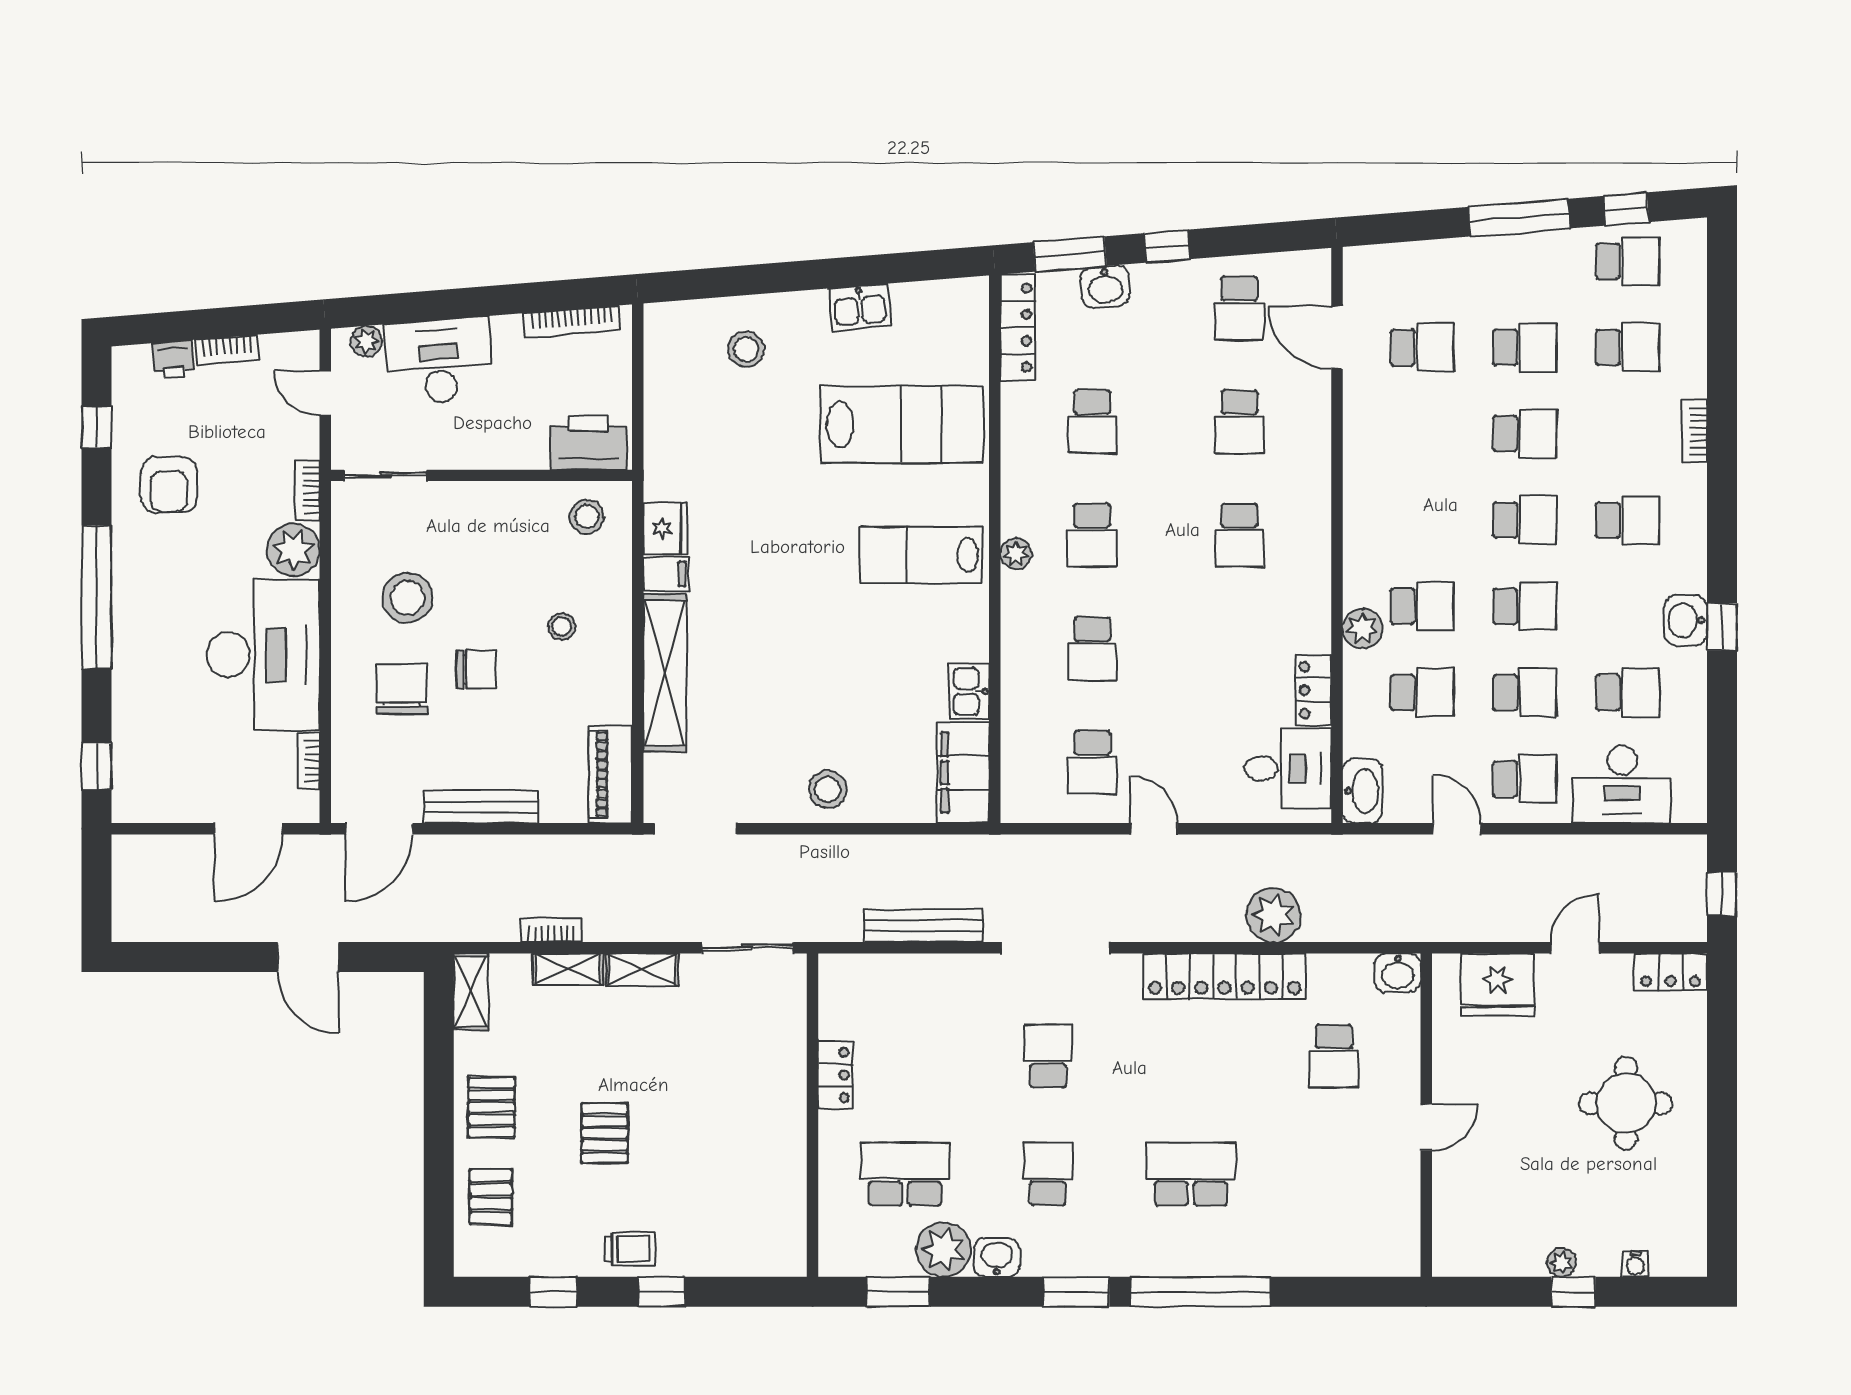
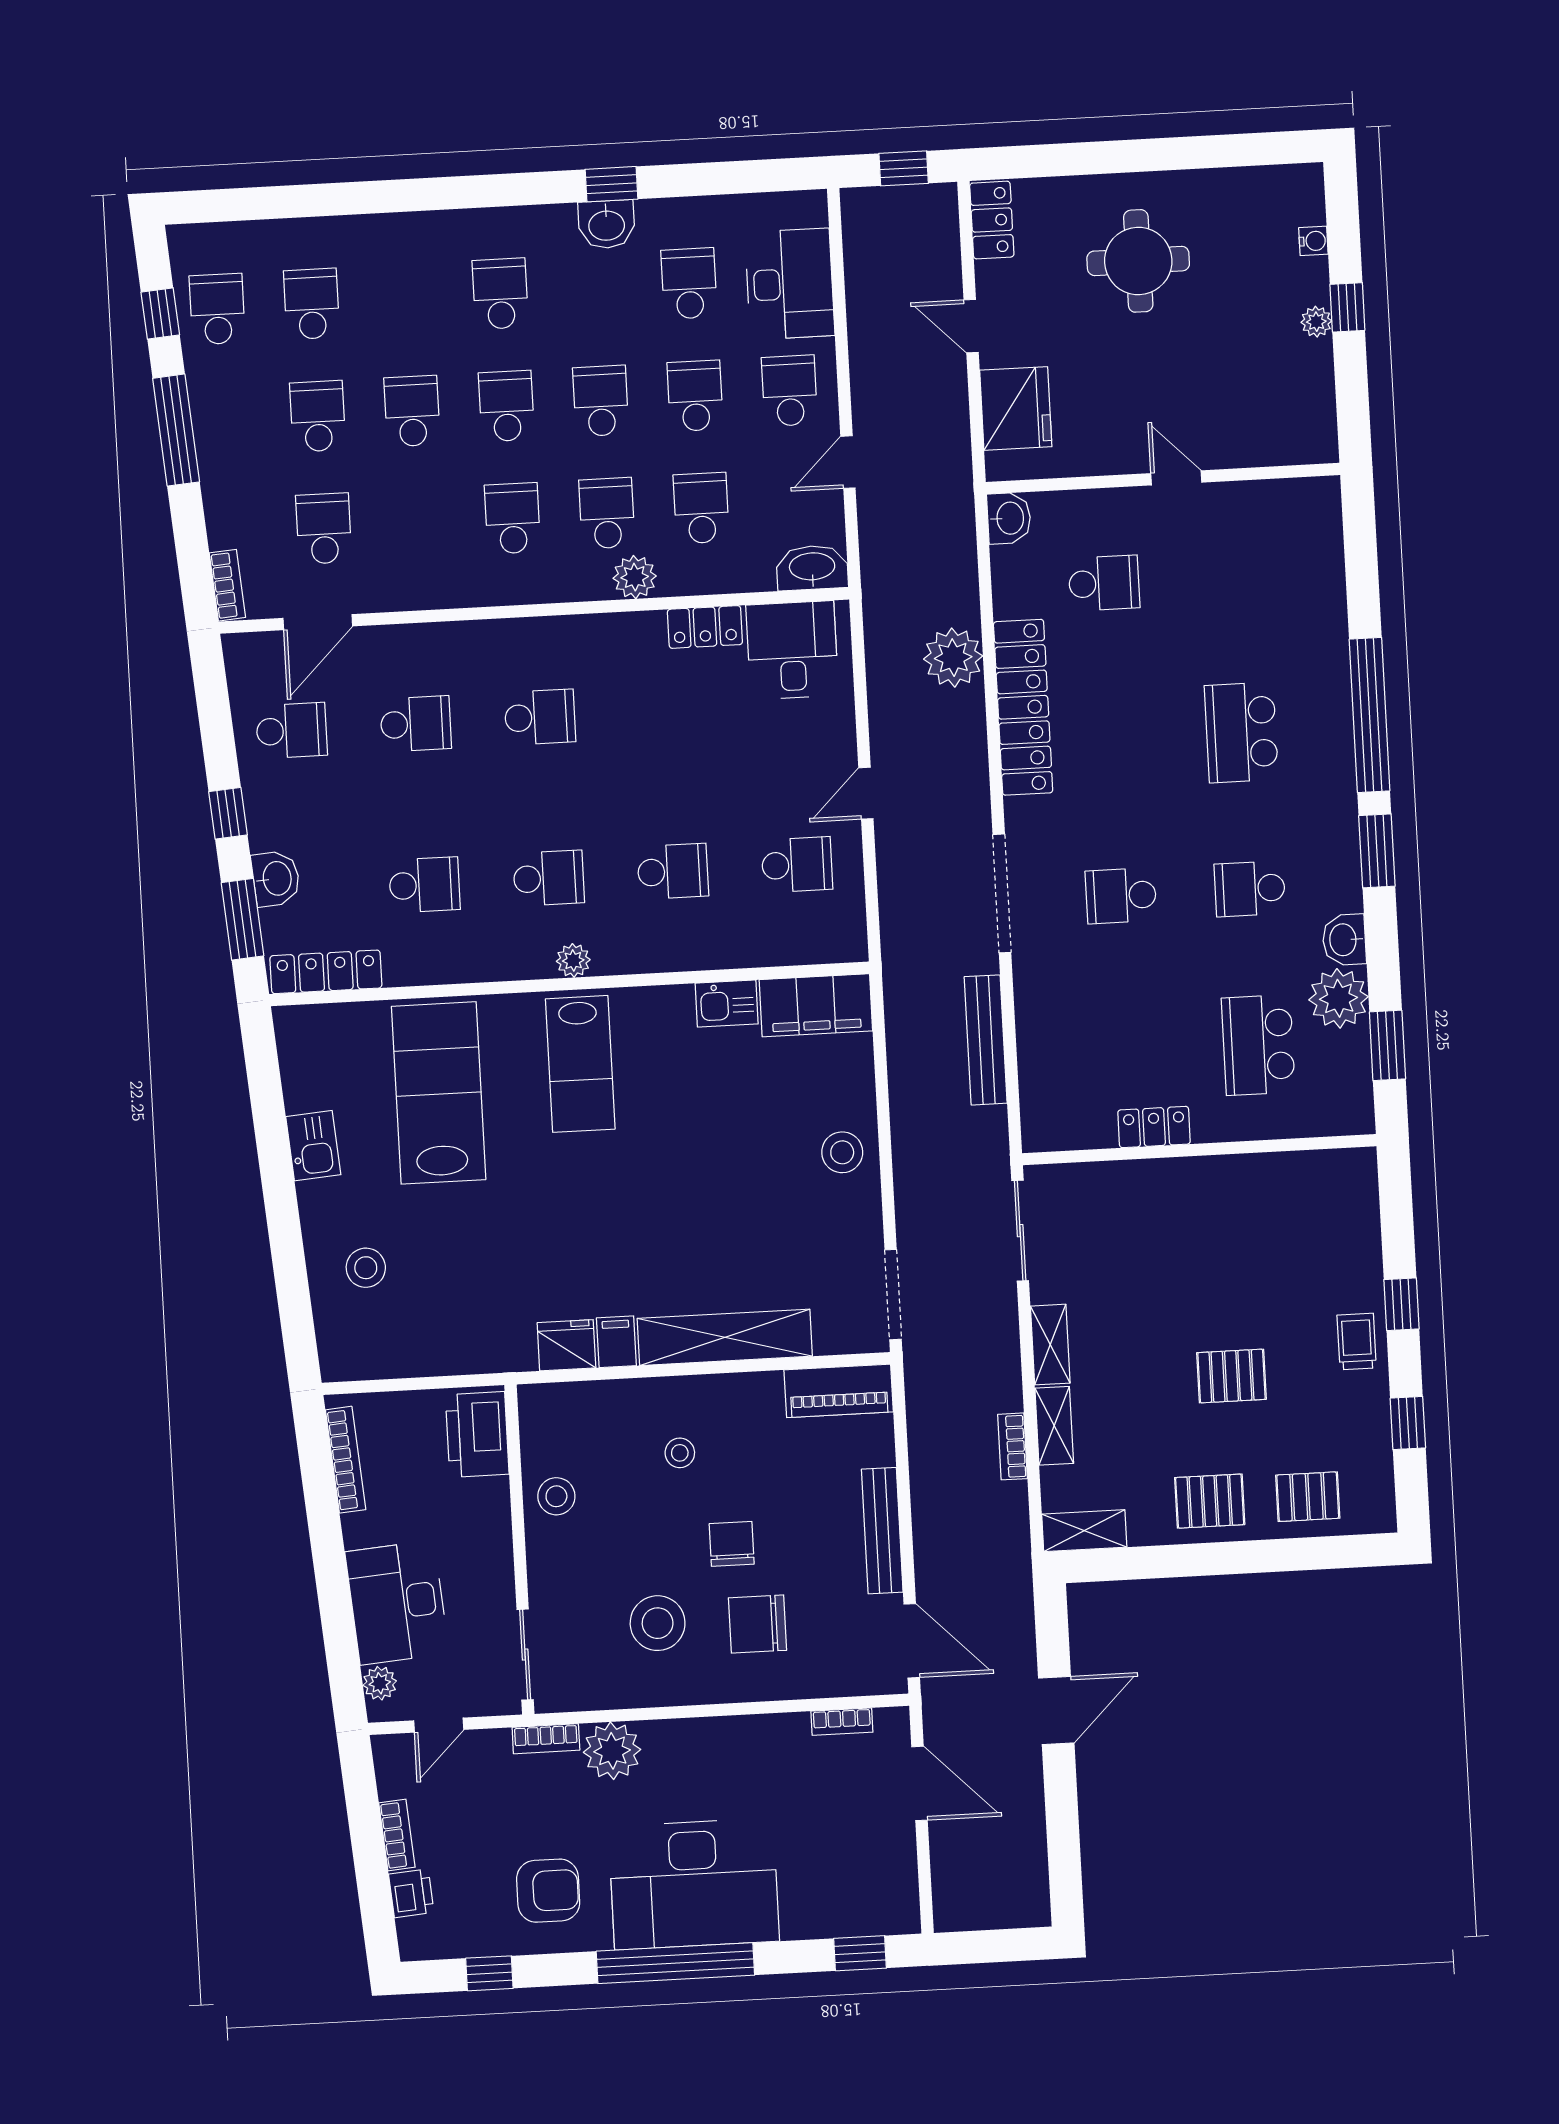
bookcase: (1694, 431) -> (227, 585), moved, turned -95
stool: (587, 516) -> (556, 1496), moved
school desk: (1422, 520) -> (512, 518), added
desk: (263, 655) -> (694, 1884), moved, turned 180

